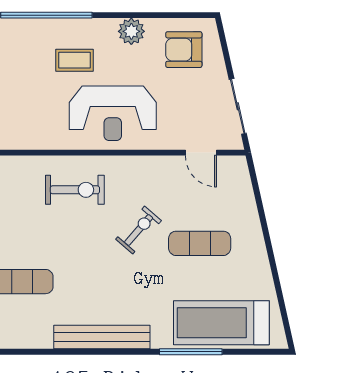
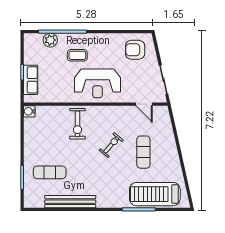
plant: (131, 31) -> (50, 40), moved
exercise bike: (75, 190) -> (77, 124), turned 90
exercise mat: (200, 243) -> (143, 152), turned 90
bench: (102, 337) -> (70, 202), moved

